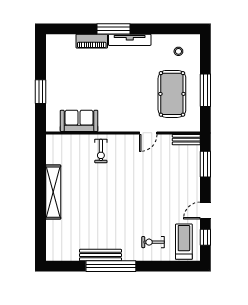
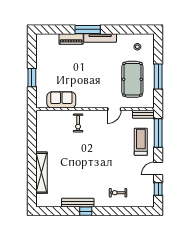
window: (205, 164) -> (158, 133), width x1.44
shelving: (53, 192) -> (42, 173), moved
treadmill: (184, 242) -> (141, 142), moved
window: (111, 266) -> (86, 211), width x0.32

